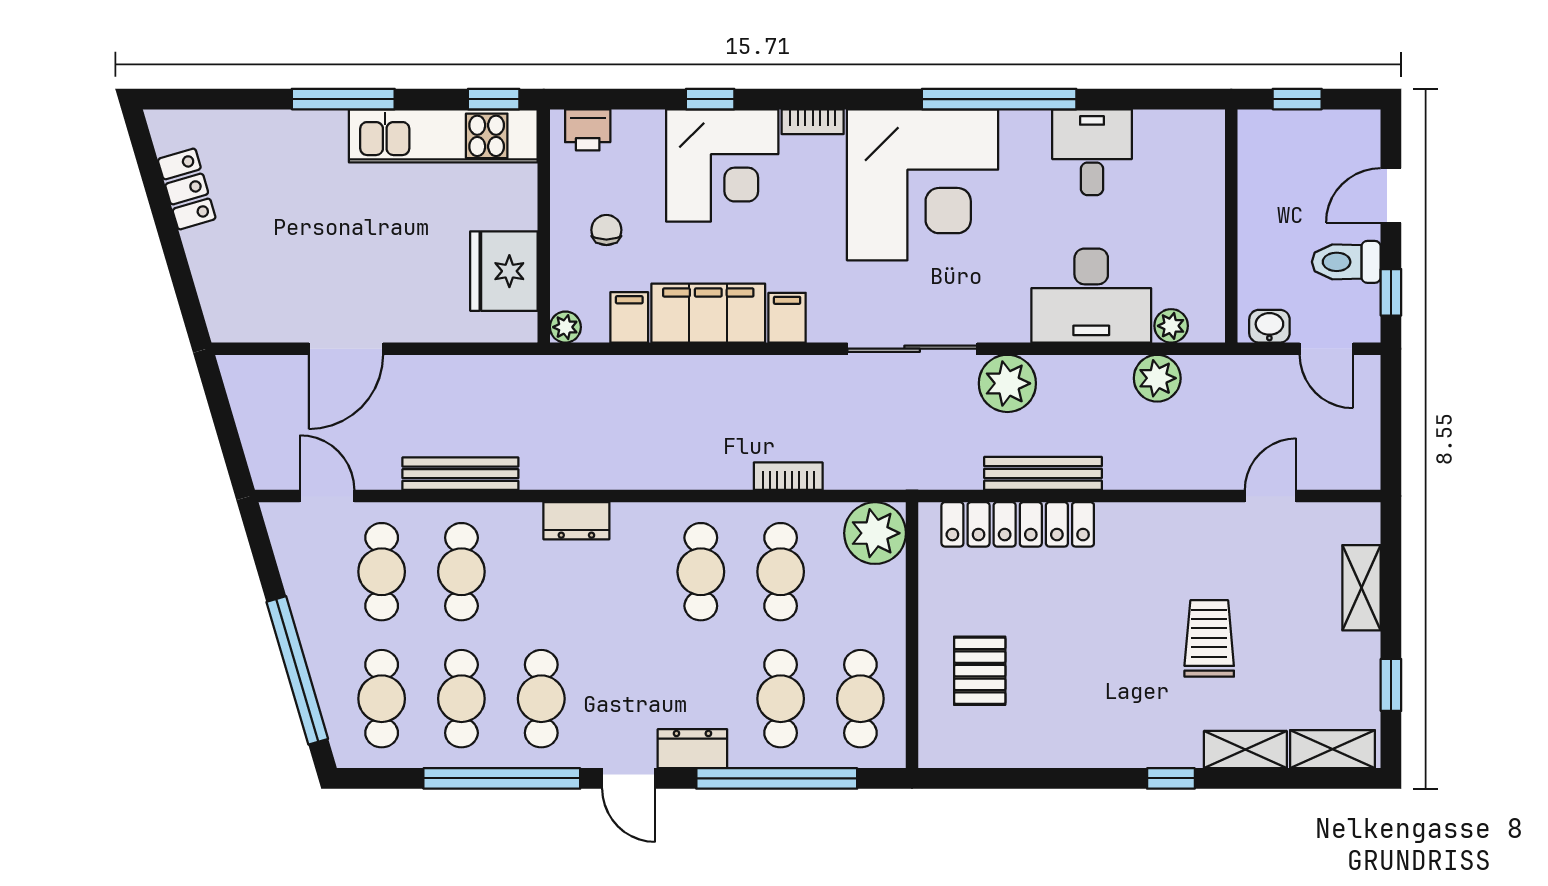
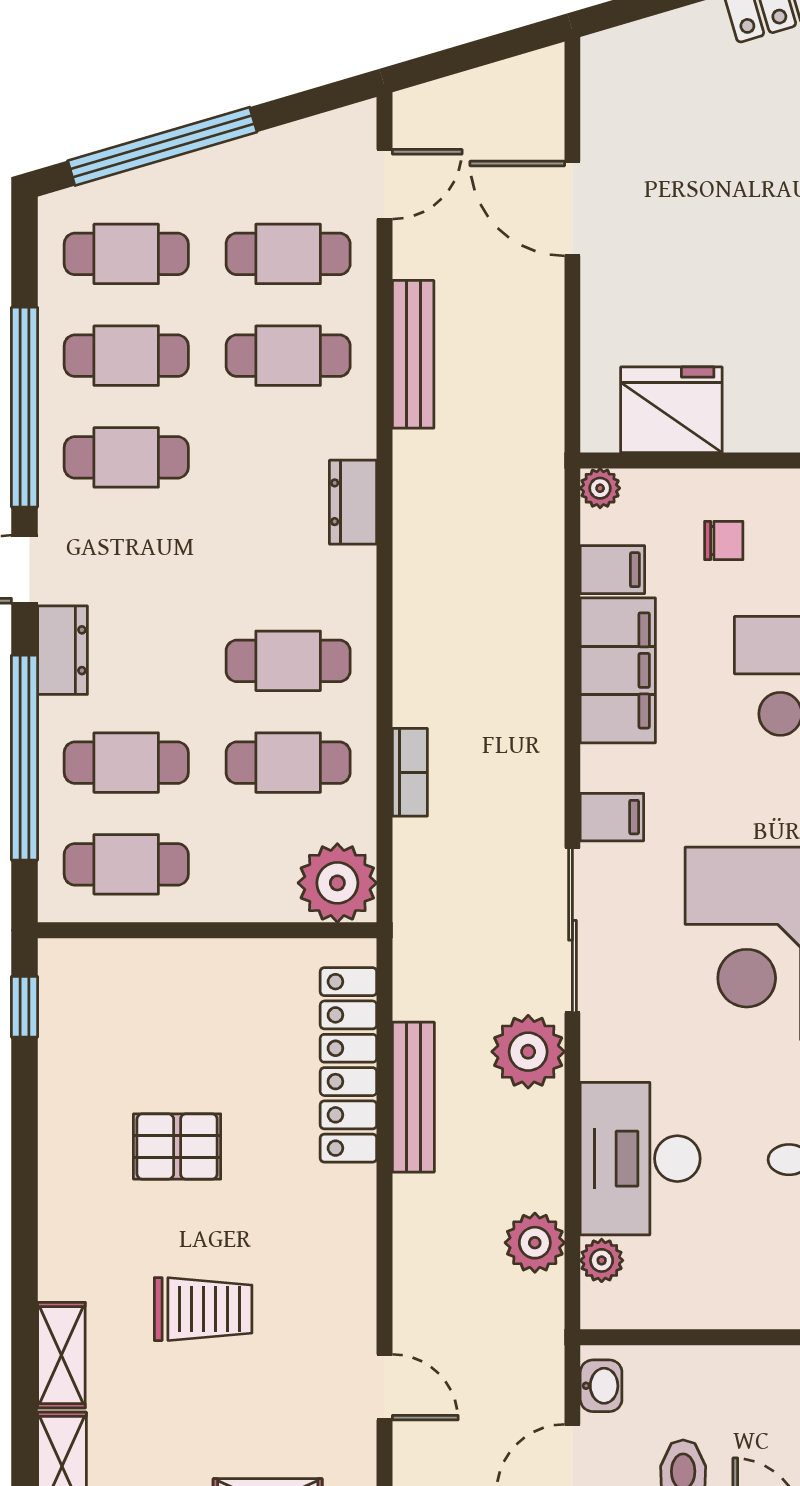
filing cabinet: (787, 318) -> (612, 817), moved
pallet: (980, 671) -> (177, 1146), moved
window: (1171, 778) -> (25, 1007), moved

